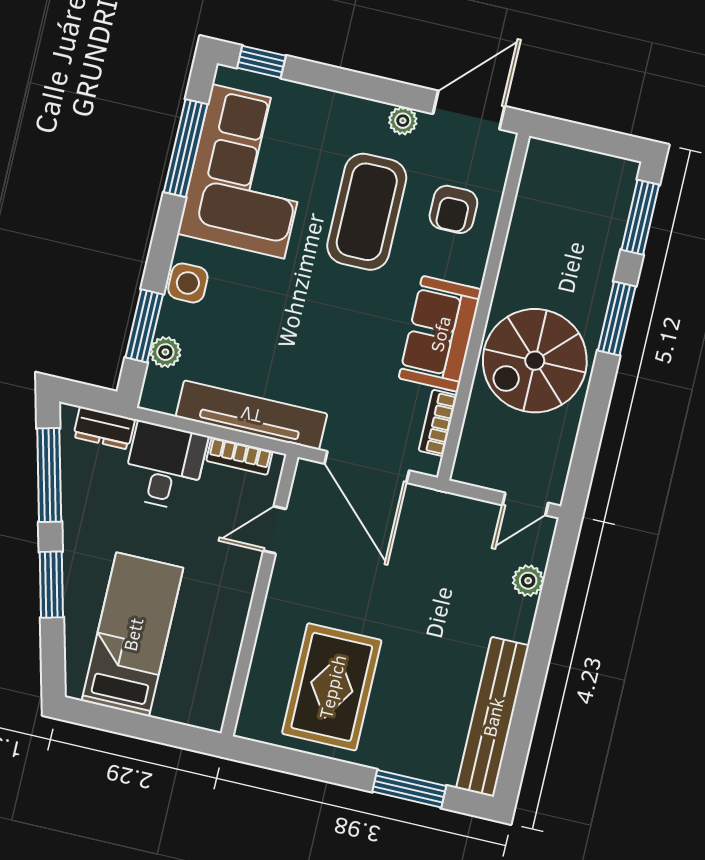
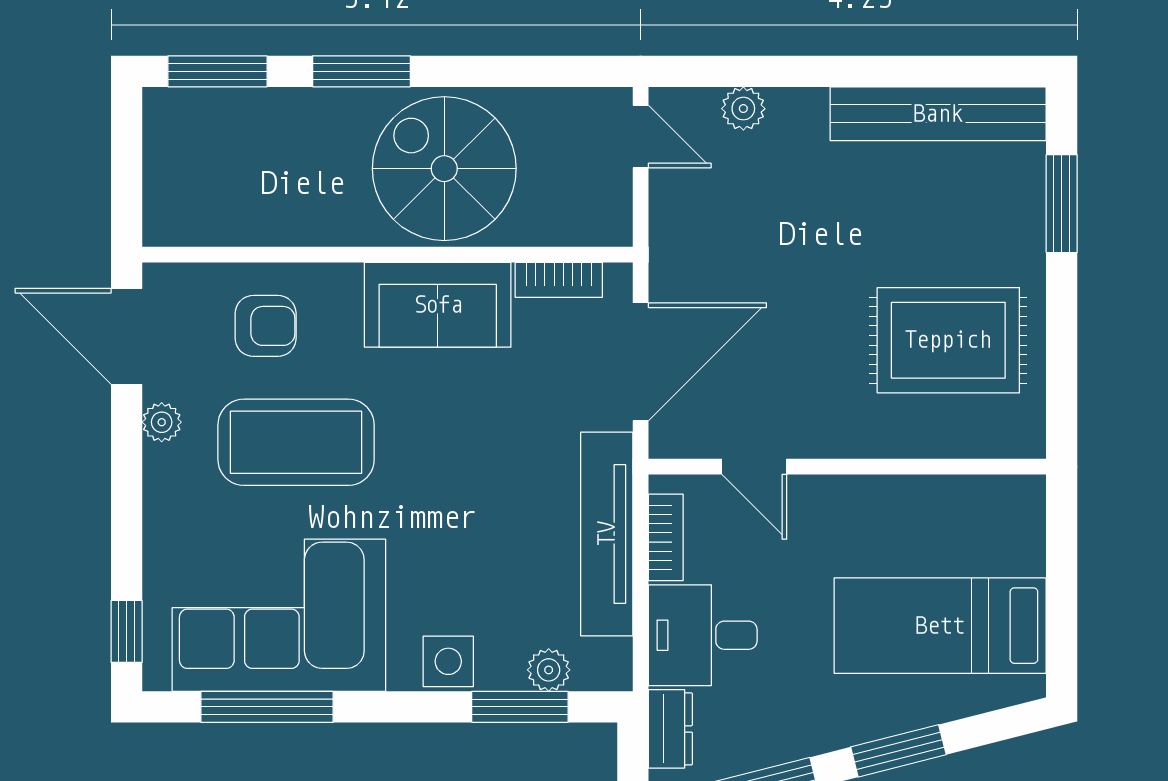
spiral stairs: (535, 361) -> (444, 169), turned 180

